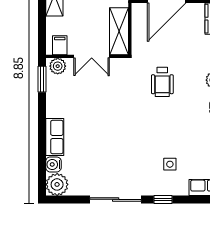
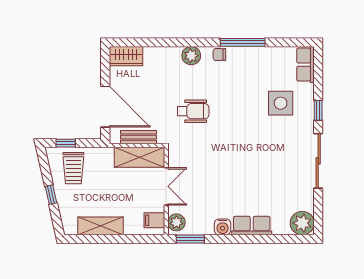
bench: (138, 30) -> (138, 137), added
water cooler: (53, 164) -> (223, 227), moved
side table: (170, 164) -> (281, 103), width x1.87, depth x1.87

